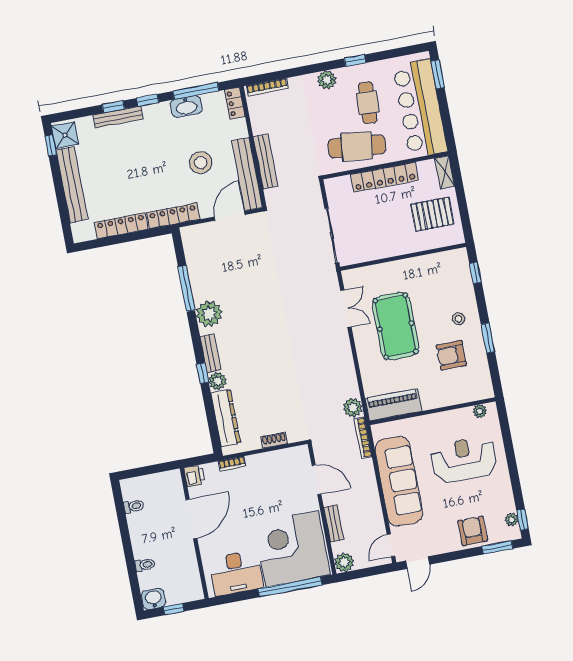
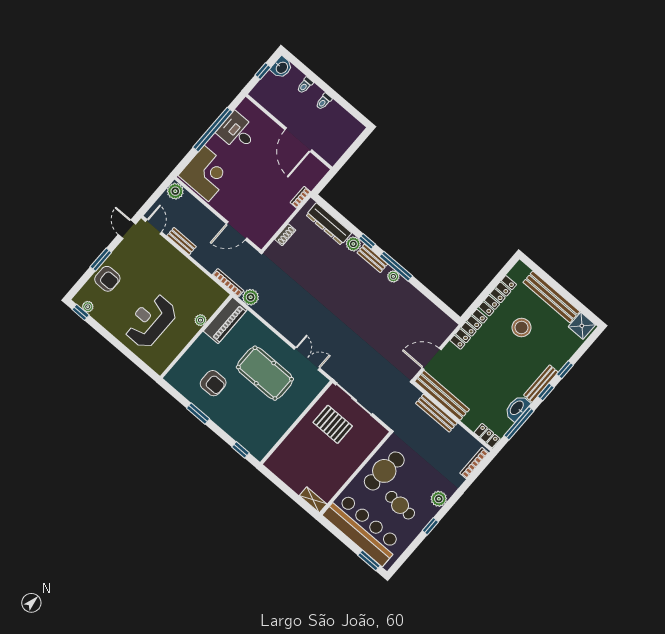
bench: (118, 117) -> (541, 384), moved
window: (51, 145) -> (586, 312), removed
stool: (201, 163) -> (522, 327), moved
locker: (384, 177) -> (350, 465), removed
pallet: (432, 214) -> (333, 424), moved, turned 90
door: (230, 216) -> (432, 359), swing flipped
window: (187, 289) -> (396, 266), moved
double door: (346, 309) -> (307, 359), swing flipped
plant: (209, 314) -> (393, 276), width x0.53, depth x0.53
stool: (458, 319) -> (228, 411), removed
armchair: (451, 355) -> (213, 383), turned 90
plant: (480, 411) -> (201, 320), moved
reception desk: (464, 460) -> (150, 321), turned 180
printer: (194, 476) -> (319, 170), removed
sofa: (399, 481) -> (182, 273), removed
toilet: (134, 506) -> (324, 102), moved
bench: (334, 523) -> (182, 241), moved
window: (497, 547) -> (101, 260), moved
corner desk: (292, 549) -> (206, 173), width x0.74, depth x0.74
desk: (236, 573) -> (237, 132), width x0.73
window: (290, 587) -> (213, 130), moved

